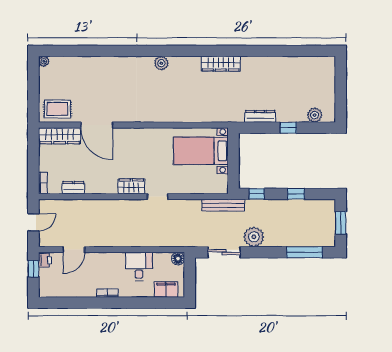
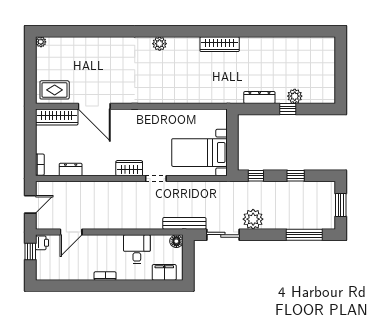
plant: (315, 115) -> (295, 96), moved
bed with nightstands: (201, 151) -> (199, 153), moved
bench: (223, 205) -> (184, 223), moved

